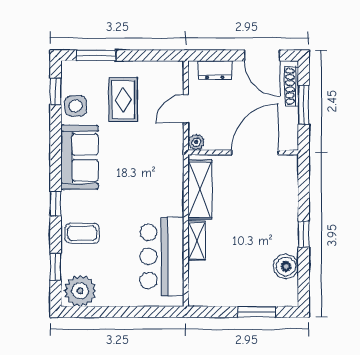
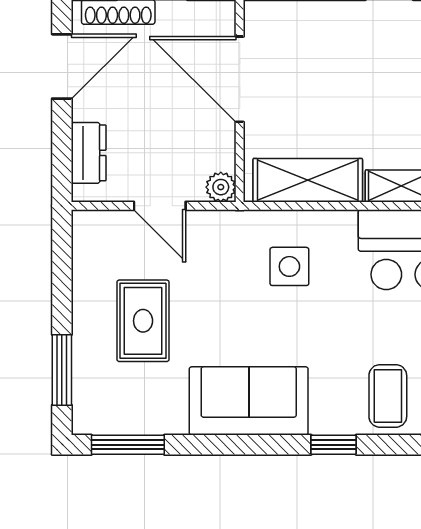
window: (56, 91) -> (128, 445), width x1.50
rug: (123, 100) -> (143, 321), turned 90
side table: (76, 106) -> (289, 266), moved

